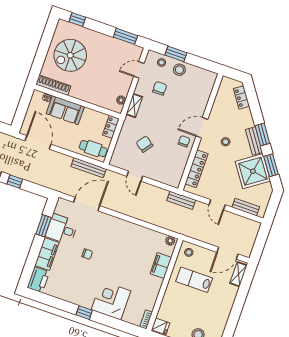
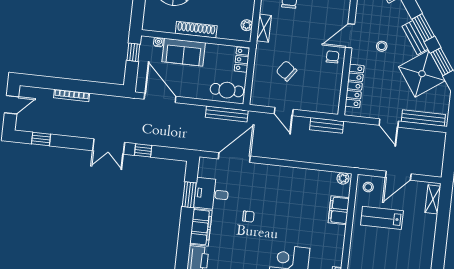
shoe rack: (53, 85) -> (196, 30), moved
window: (25, 101) -> (133, 52), added
bench: (181, 200) -> (327, 125), moved
bench: (246, 207) -> (423, 118), width x1.36
door: (227, 253) -> (398, 176), moved

